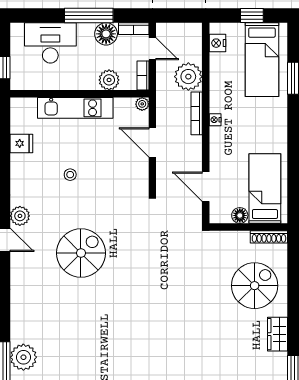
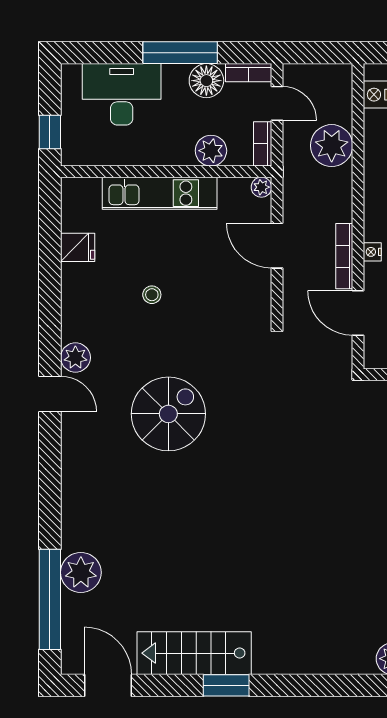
bookcase: (197, 113) -> (344, 256), moved
nightstand: (215, 120) -> (372, 252), moved

